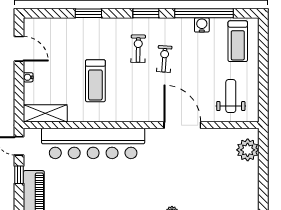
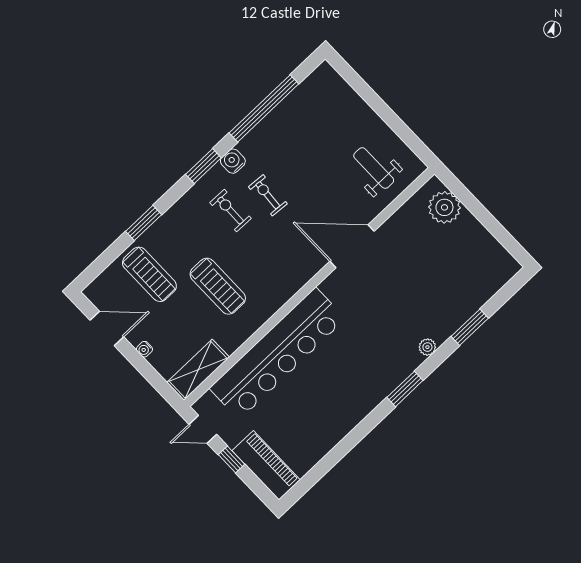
water cooler: (202, 25) -> (233, 161), moved
treadmill: (238, 41) -> (149, 274), moved

